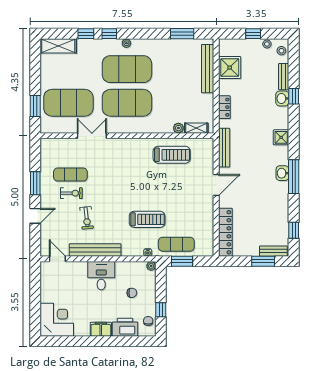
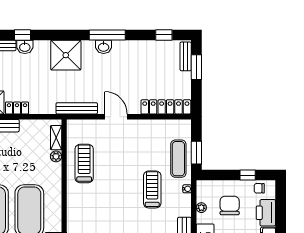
locker: (224, 107) -> (17, 108), moved
shower: (281, 137) -> (66, 55), width x1.86, depth x1.86
plant: (151, 266) -> (201, 208), moved
chair: (132, 293) -> (230, 206), width x1.87, depth x1.87

